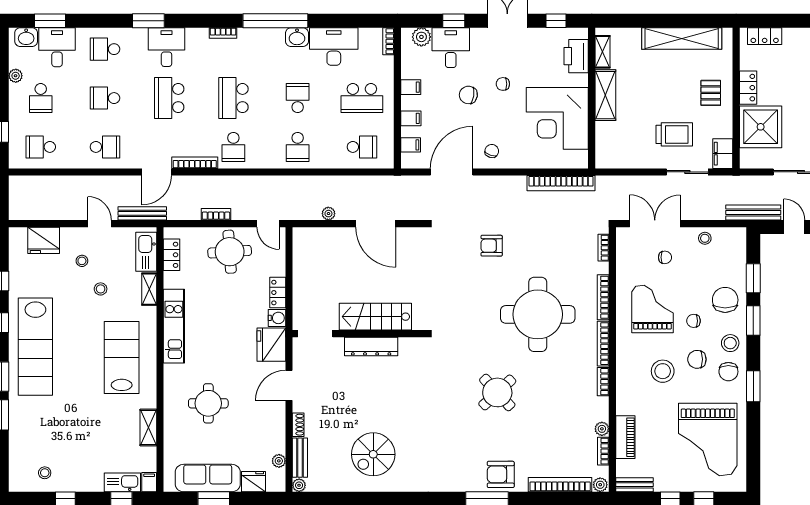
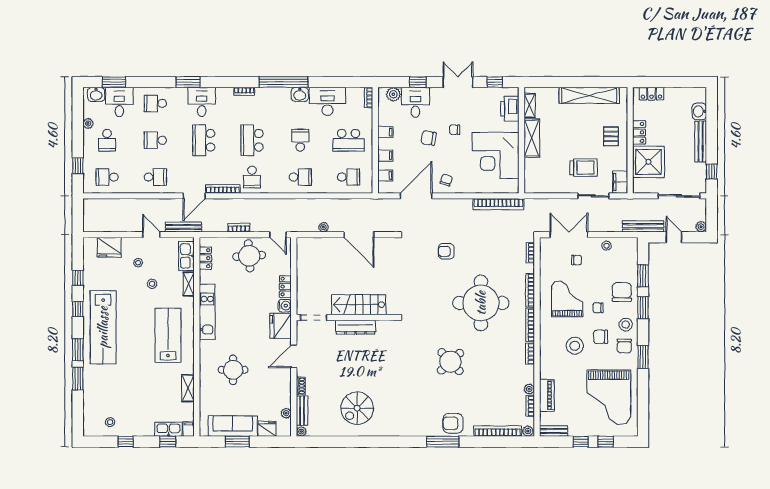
school desk: (298, 147) -> (300, 177), turned -90

